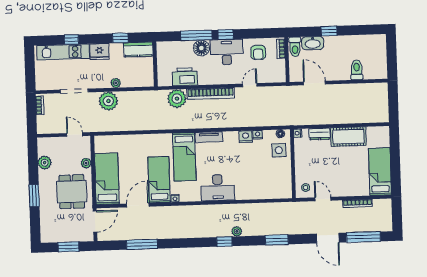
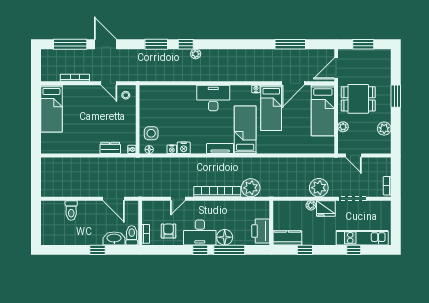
fridge: (99, 52) -> (326, 209), moved, turned 180
printer: (185, 77) -> (261, 231), moved, turned 90
cot: (348, 137) -> (82, 144), removed
dining table: (72, 192) -> (358, 99), turned 90
window: (224, 242) -> (186, 44), moved

